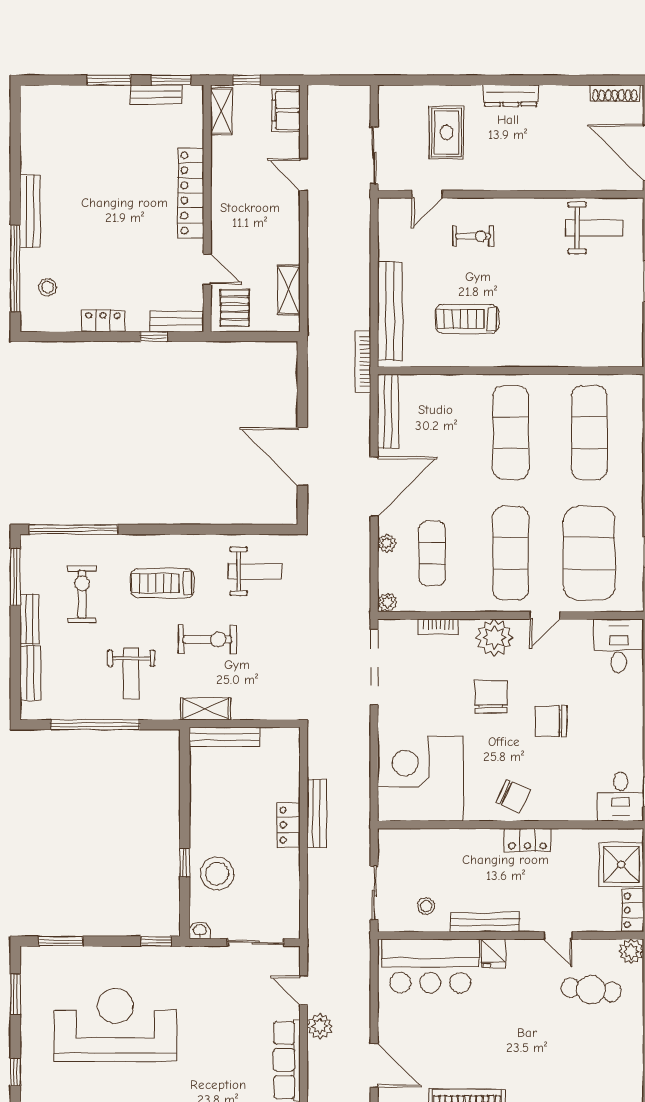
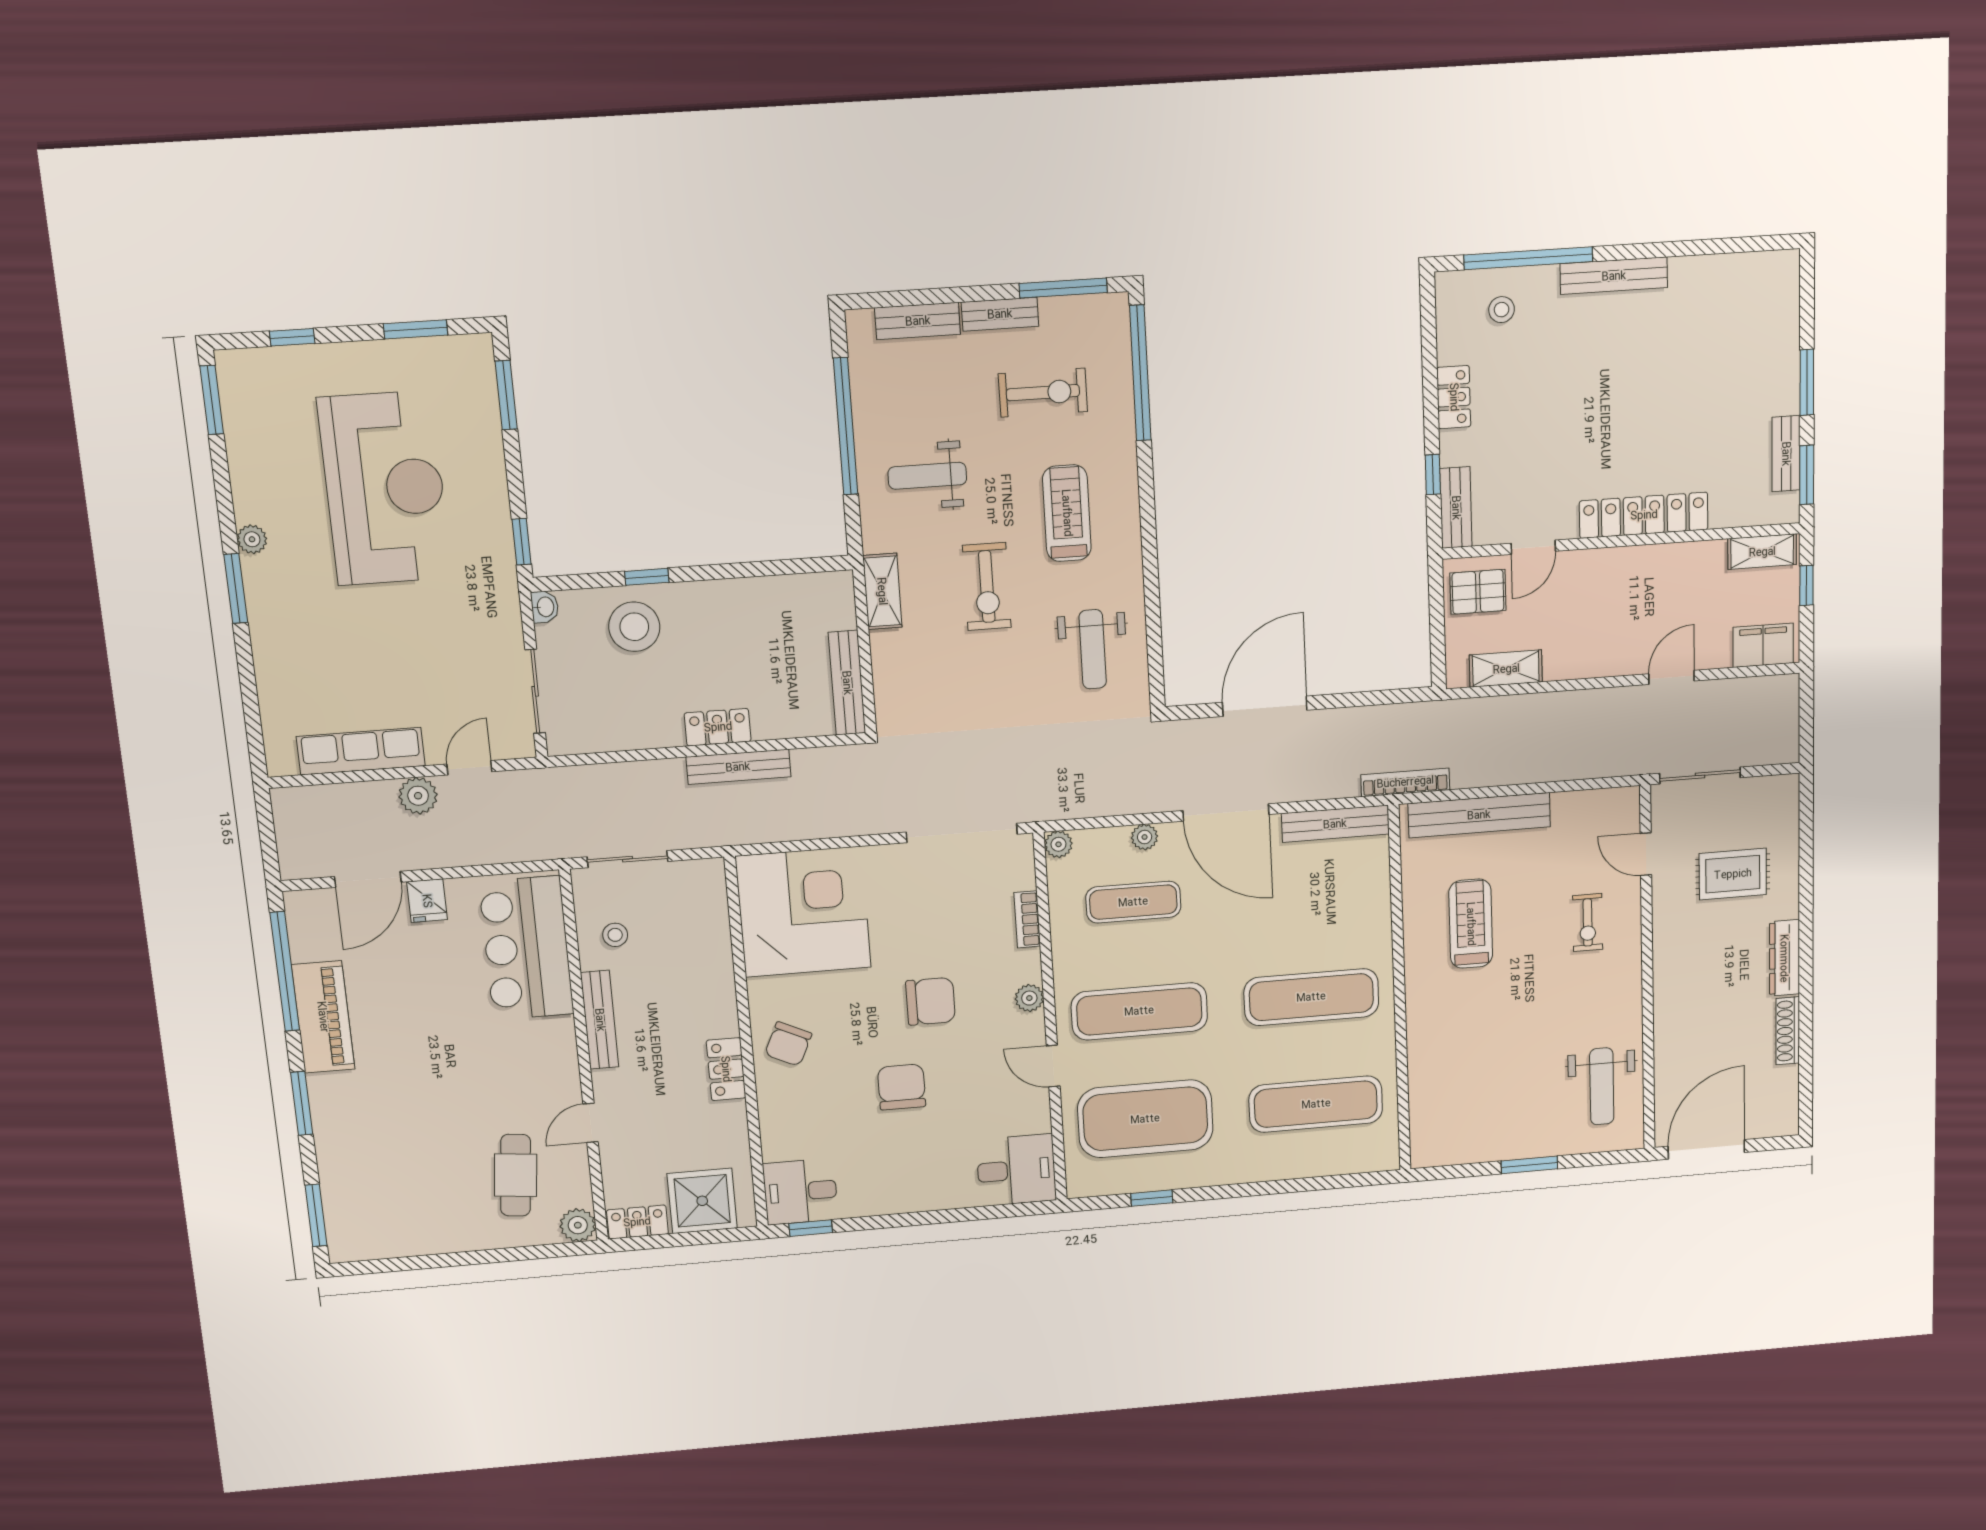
shoe rack: (615, 93) -> (1788, 1031), moved
plant: (494, 638) -> (1029, 998), width x0.53, depth x0.53
bench: (224, 737) -> (847, 683), moved
fridge: (493, 953) -> (427, 901), moved, turned -90

